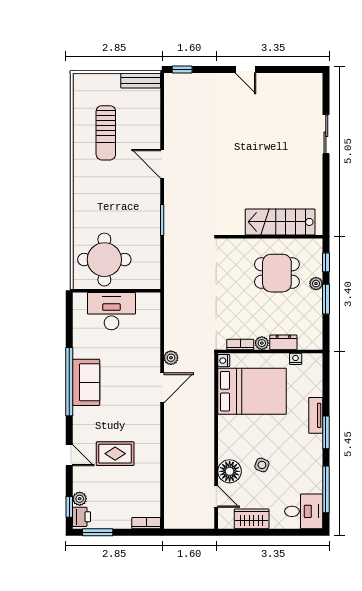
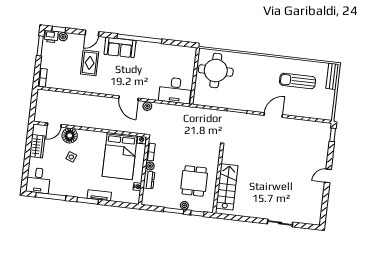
bench: (141, 80) -> (332, 76), moved
desk: (111, 311) -> (175, 90), moved, turned 90
sofa: (86, 382) -> (120, 47), moved

